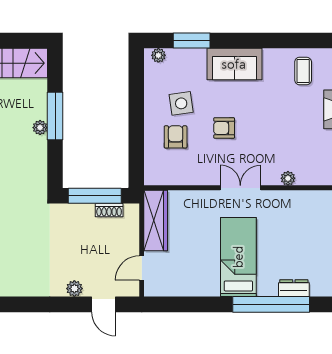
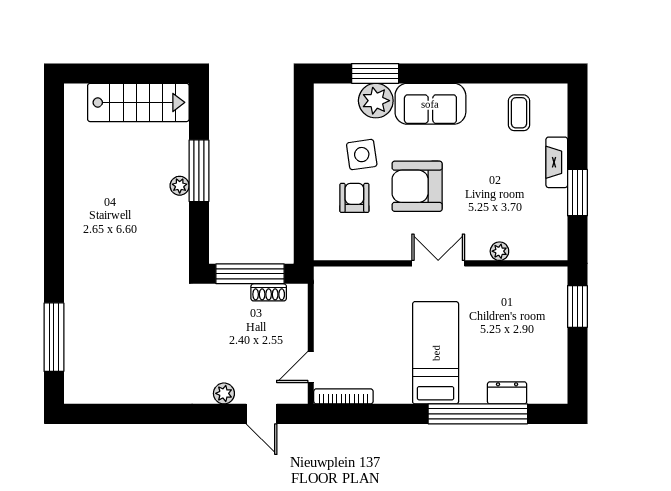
plant: (158, 55) -> (376, 101), moved, width x1.88, depth x1.88
armchair: (224, 128) -> (417, 186), width x1.88, depth x1.88
wardrobe: (156, 220) -> (329, 306), removed
bookcase: (167, 291) -> (343, 396), added

